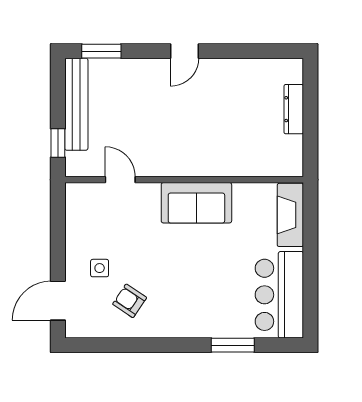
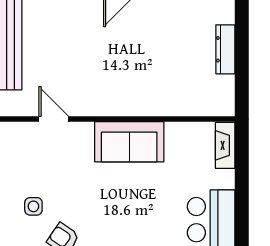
fireplace: (290, 215) -> (225, 145), width x0.73, depth x0.76

